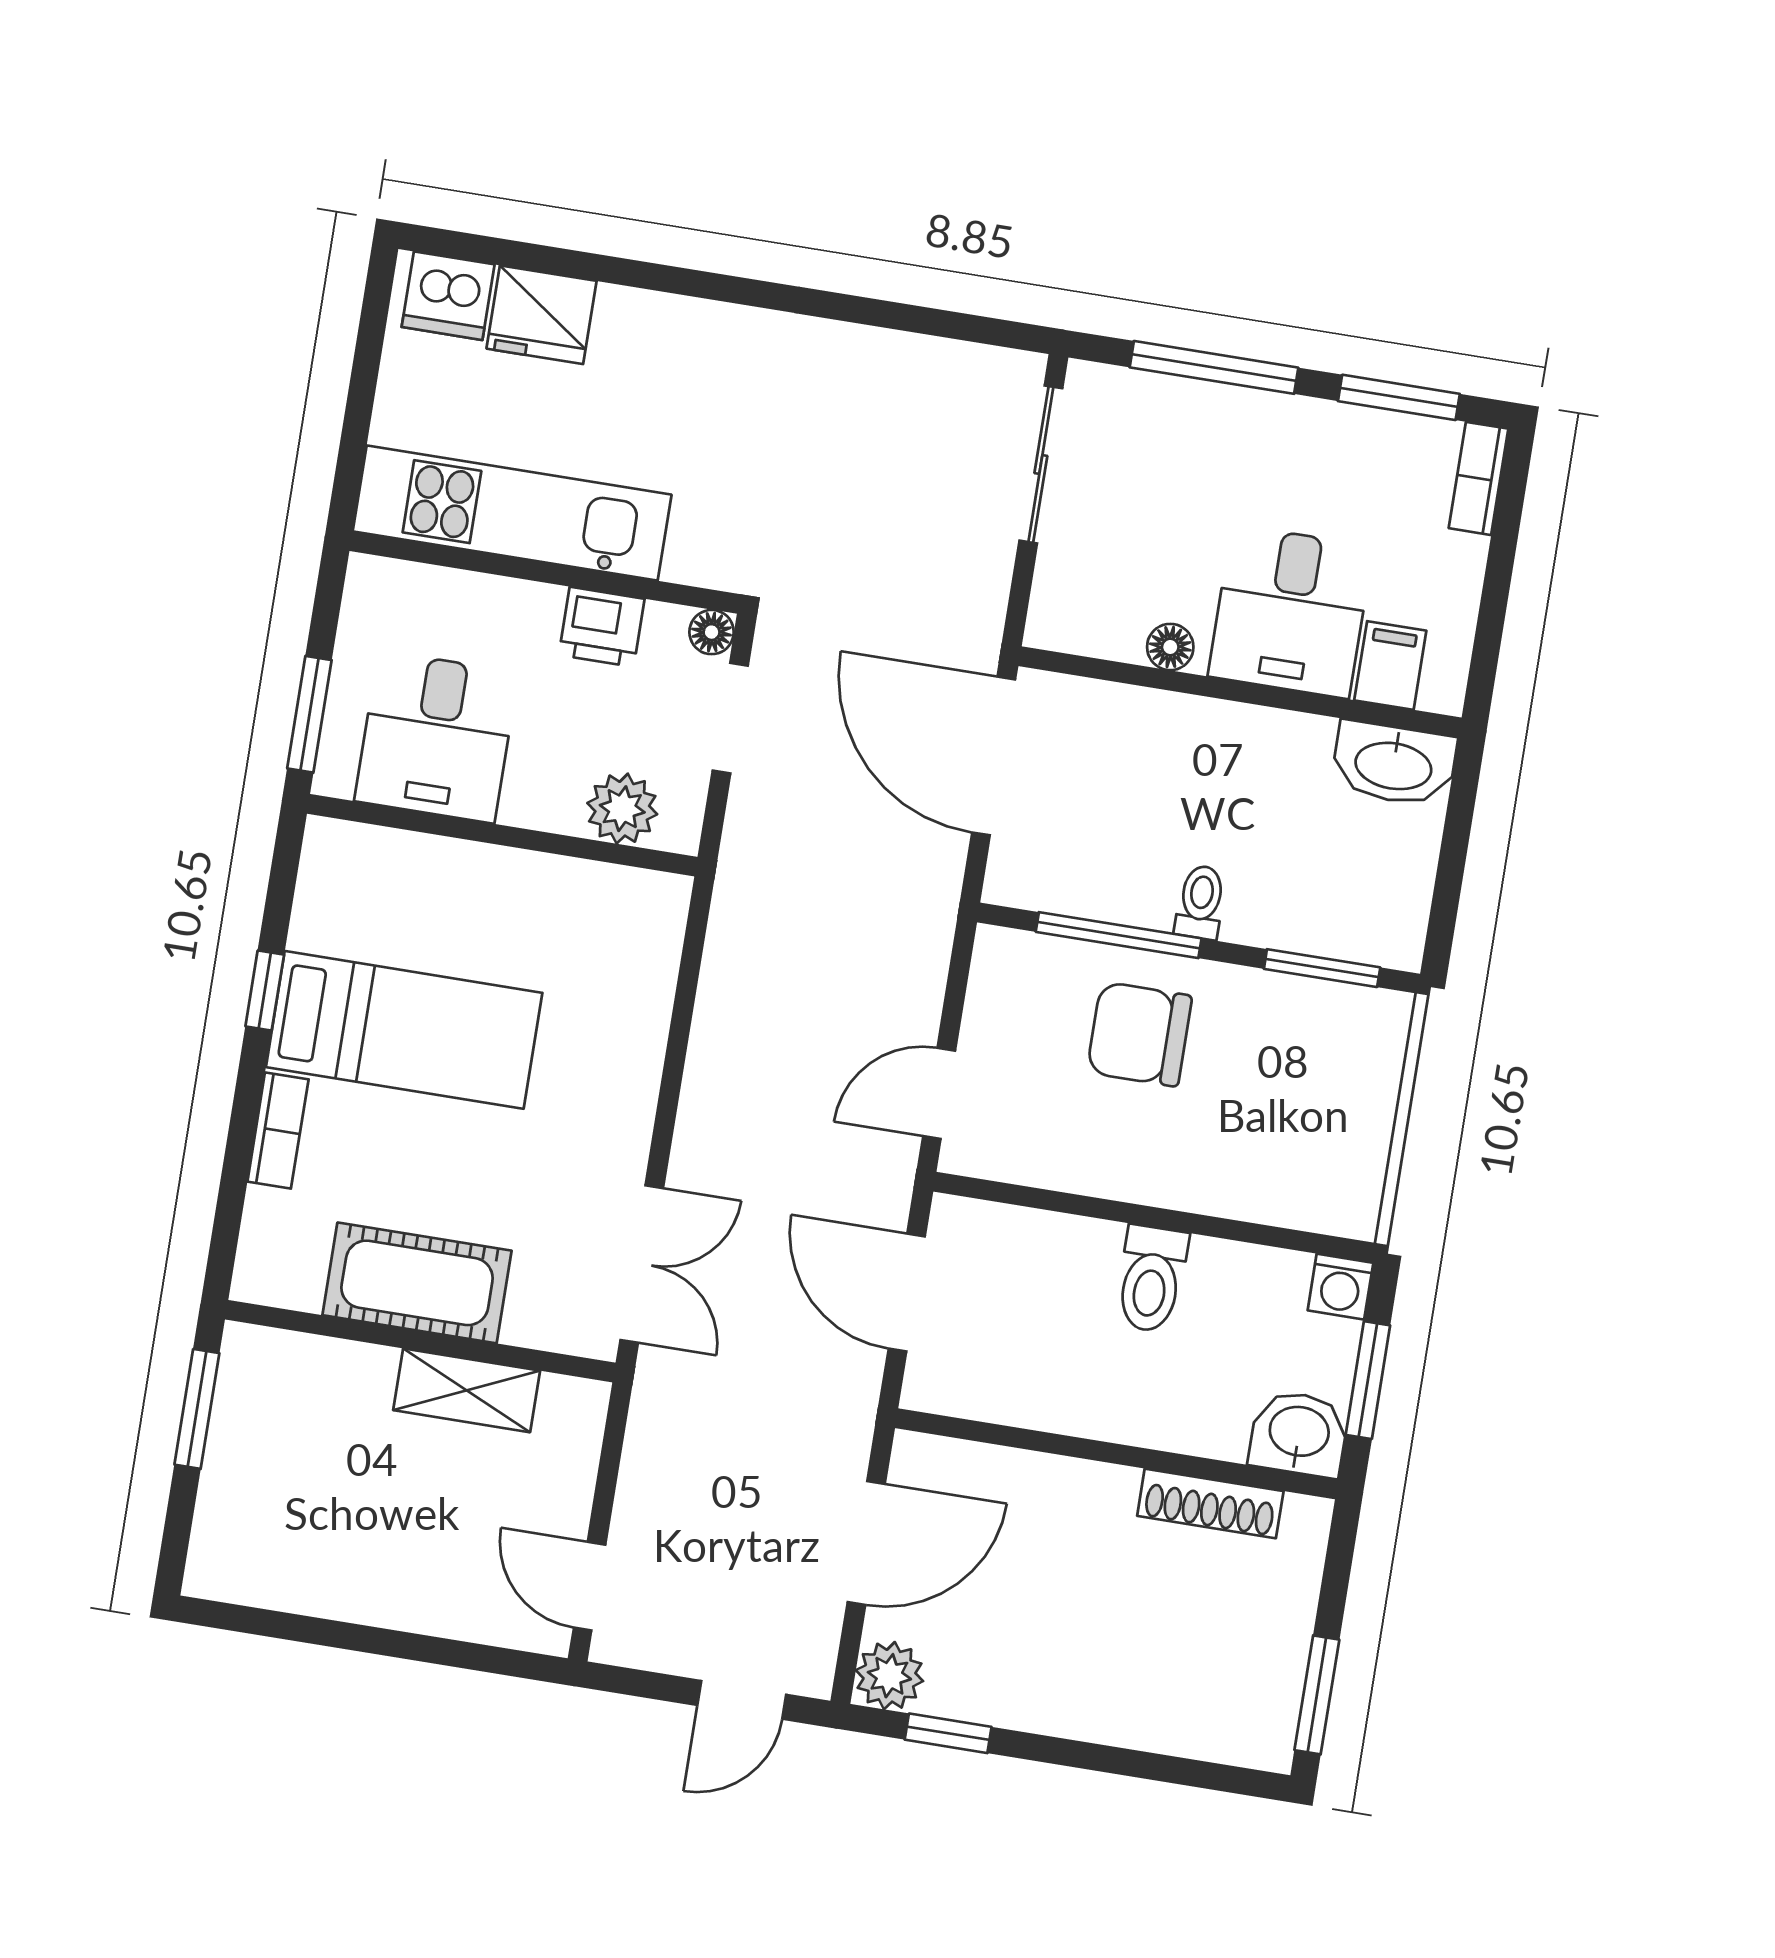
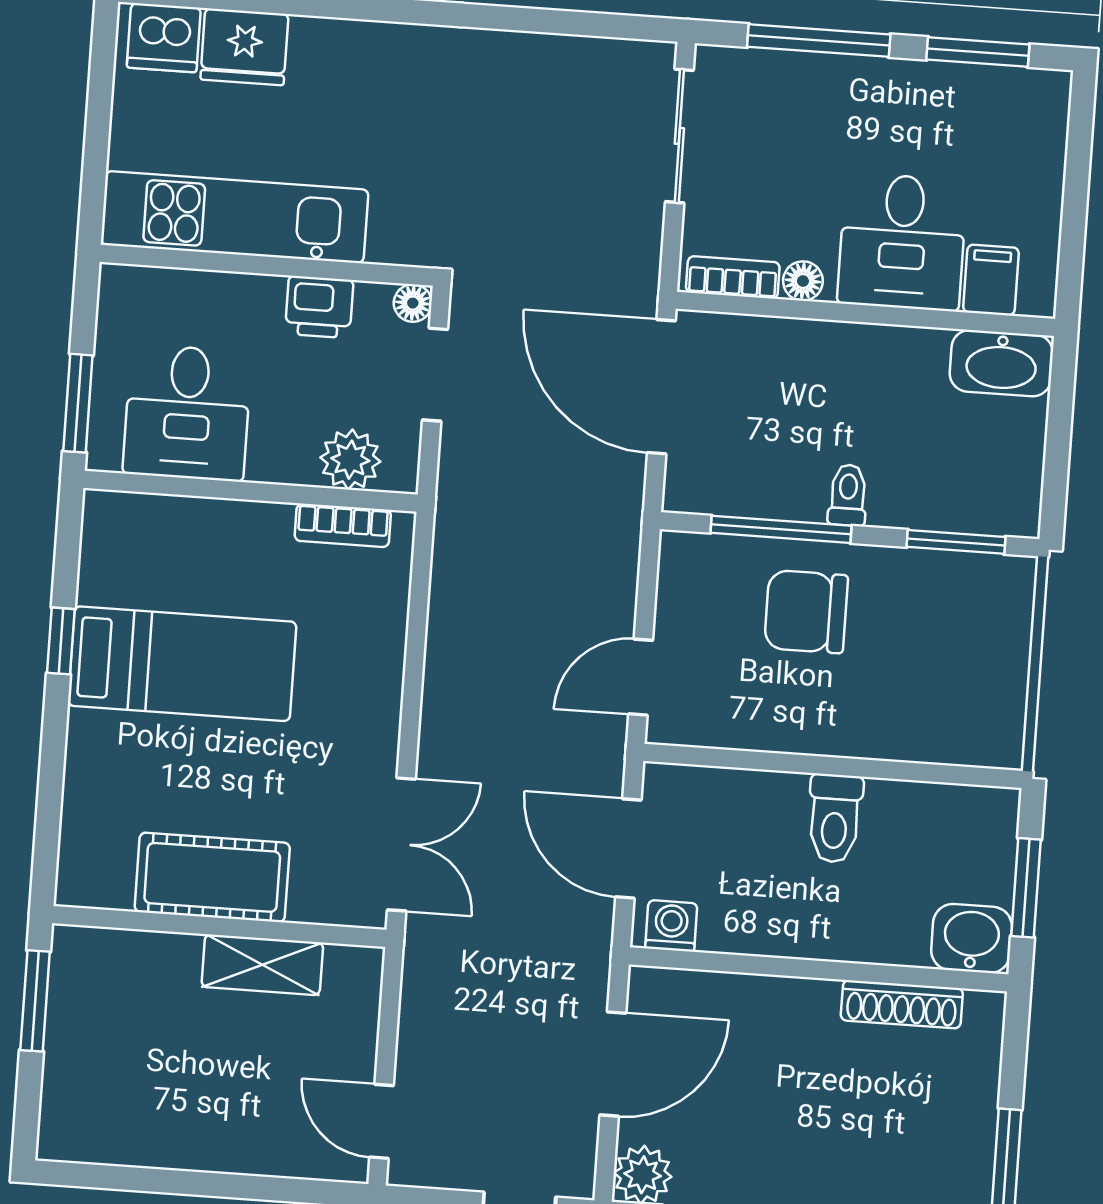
bookcase: (1479, 478) -> (733, 277), moved, turned 90
bookcase: (278, 1130) -> (343, 525), moved, turned 90
washing machine: (1340, 1287) -> (671, 926), moved, turned 180

